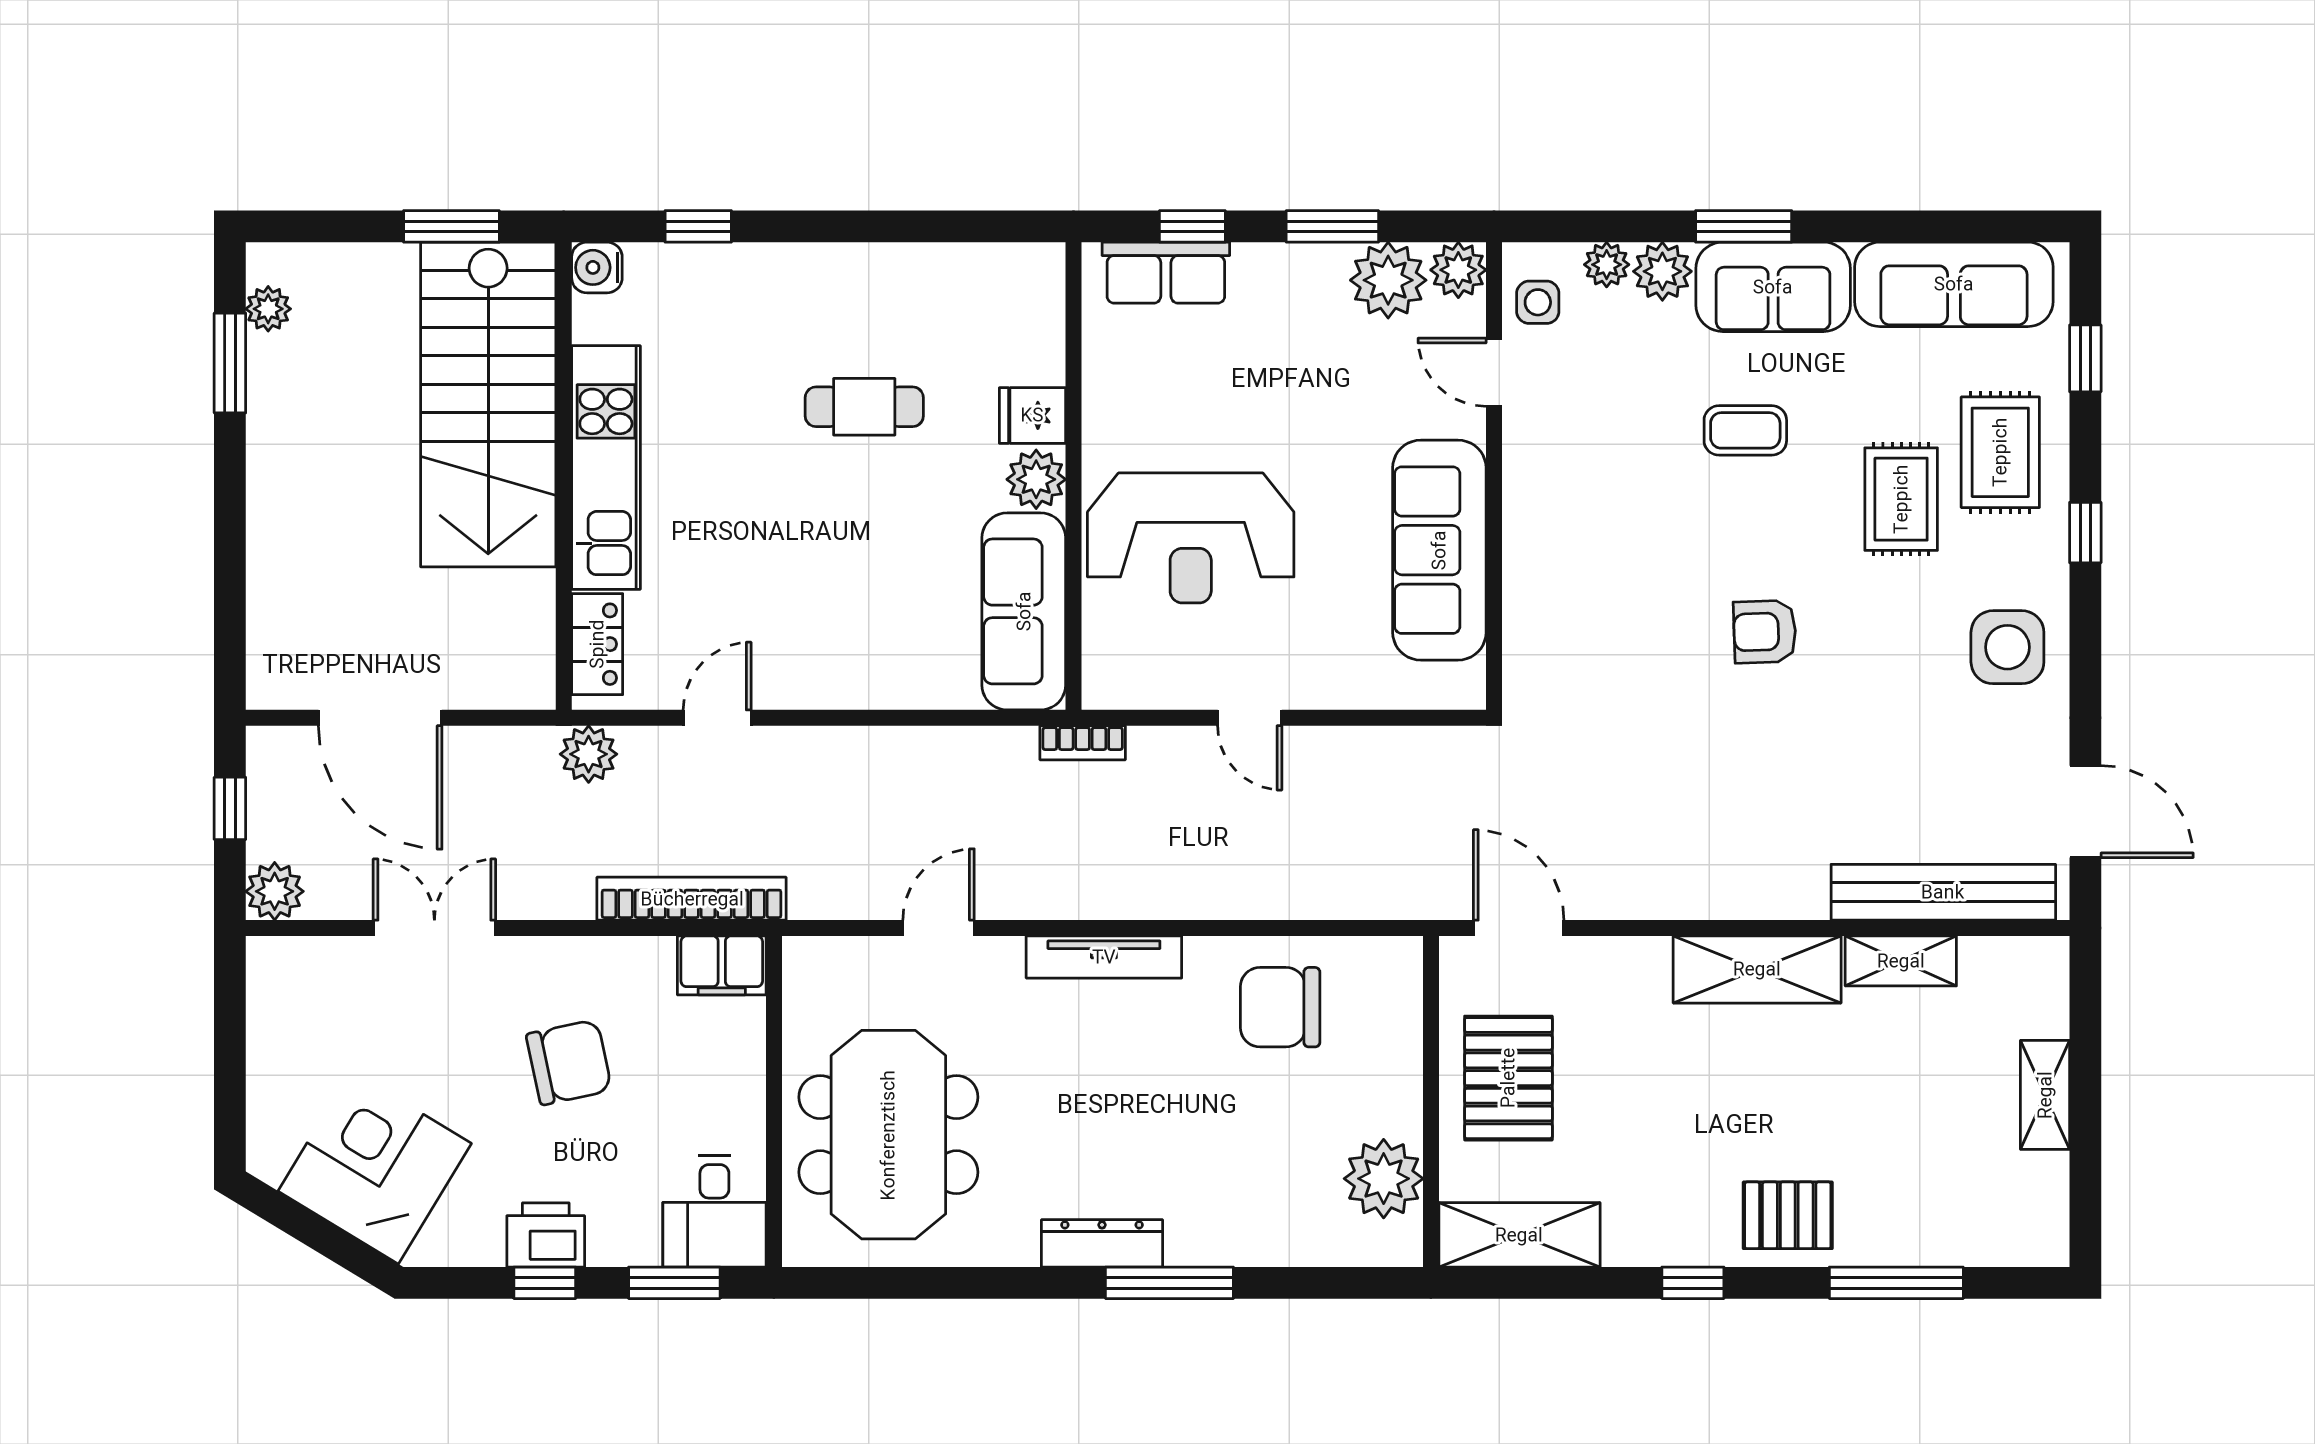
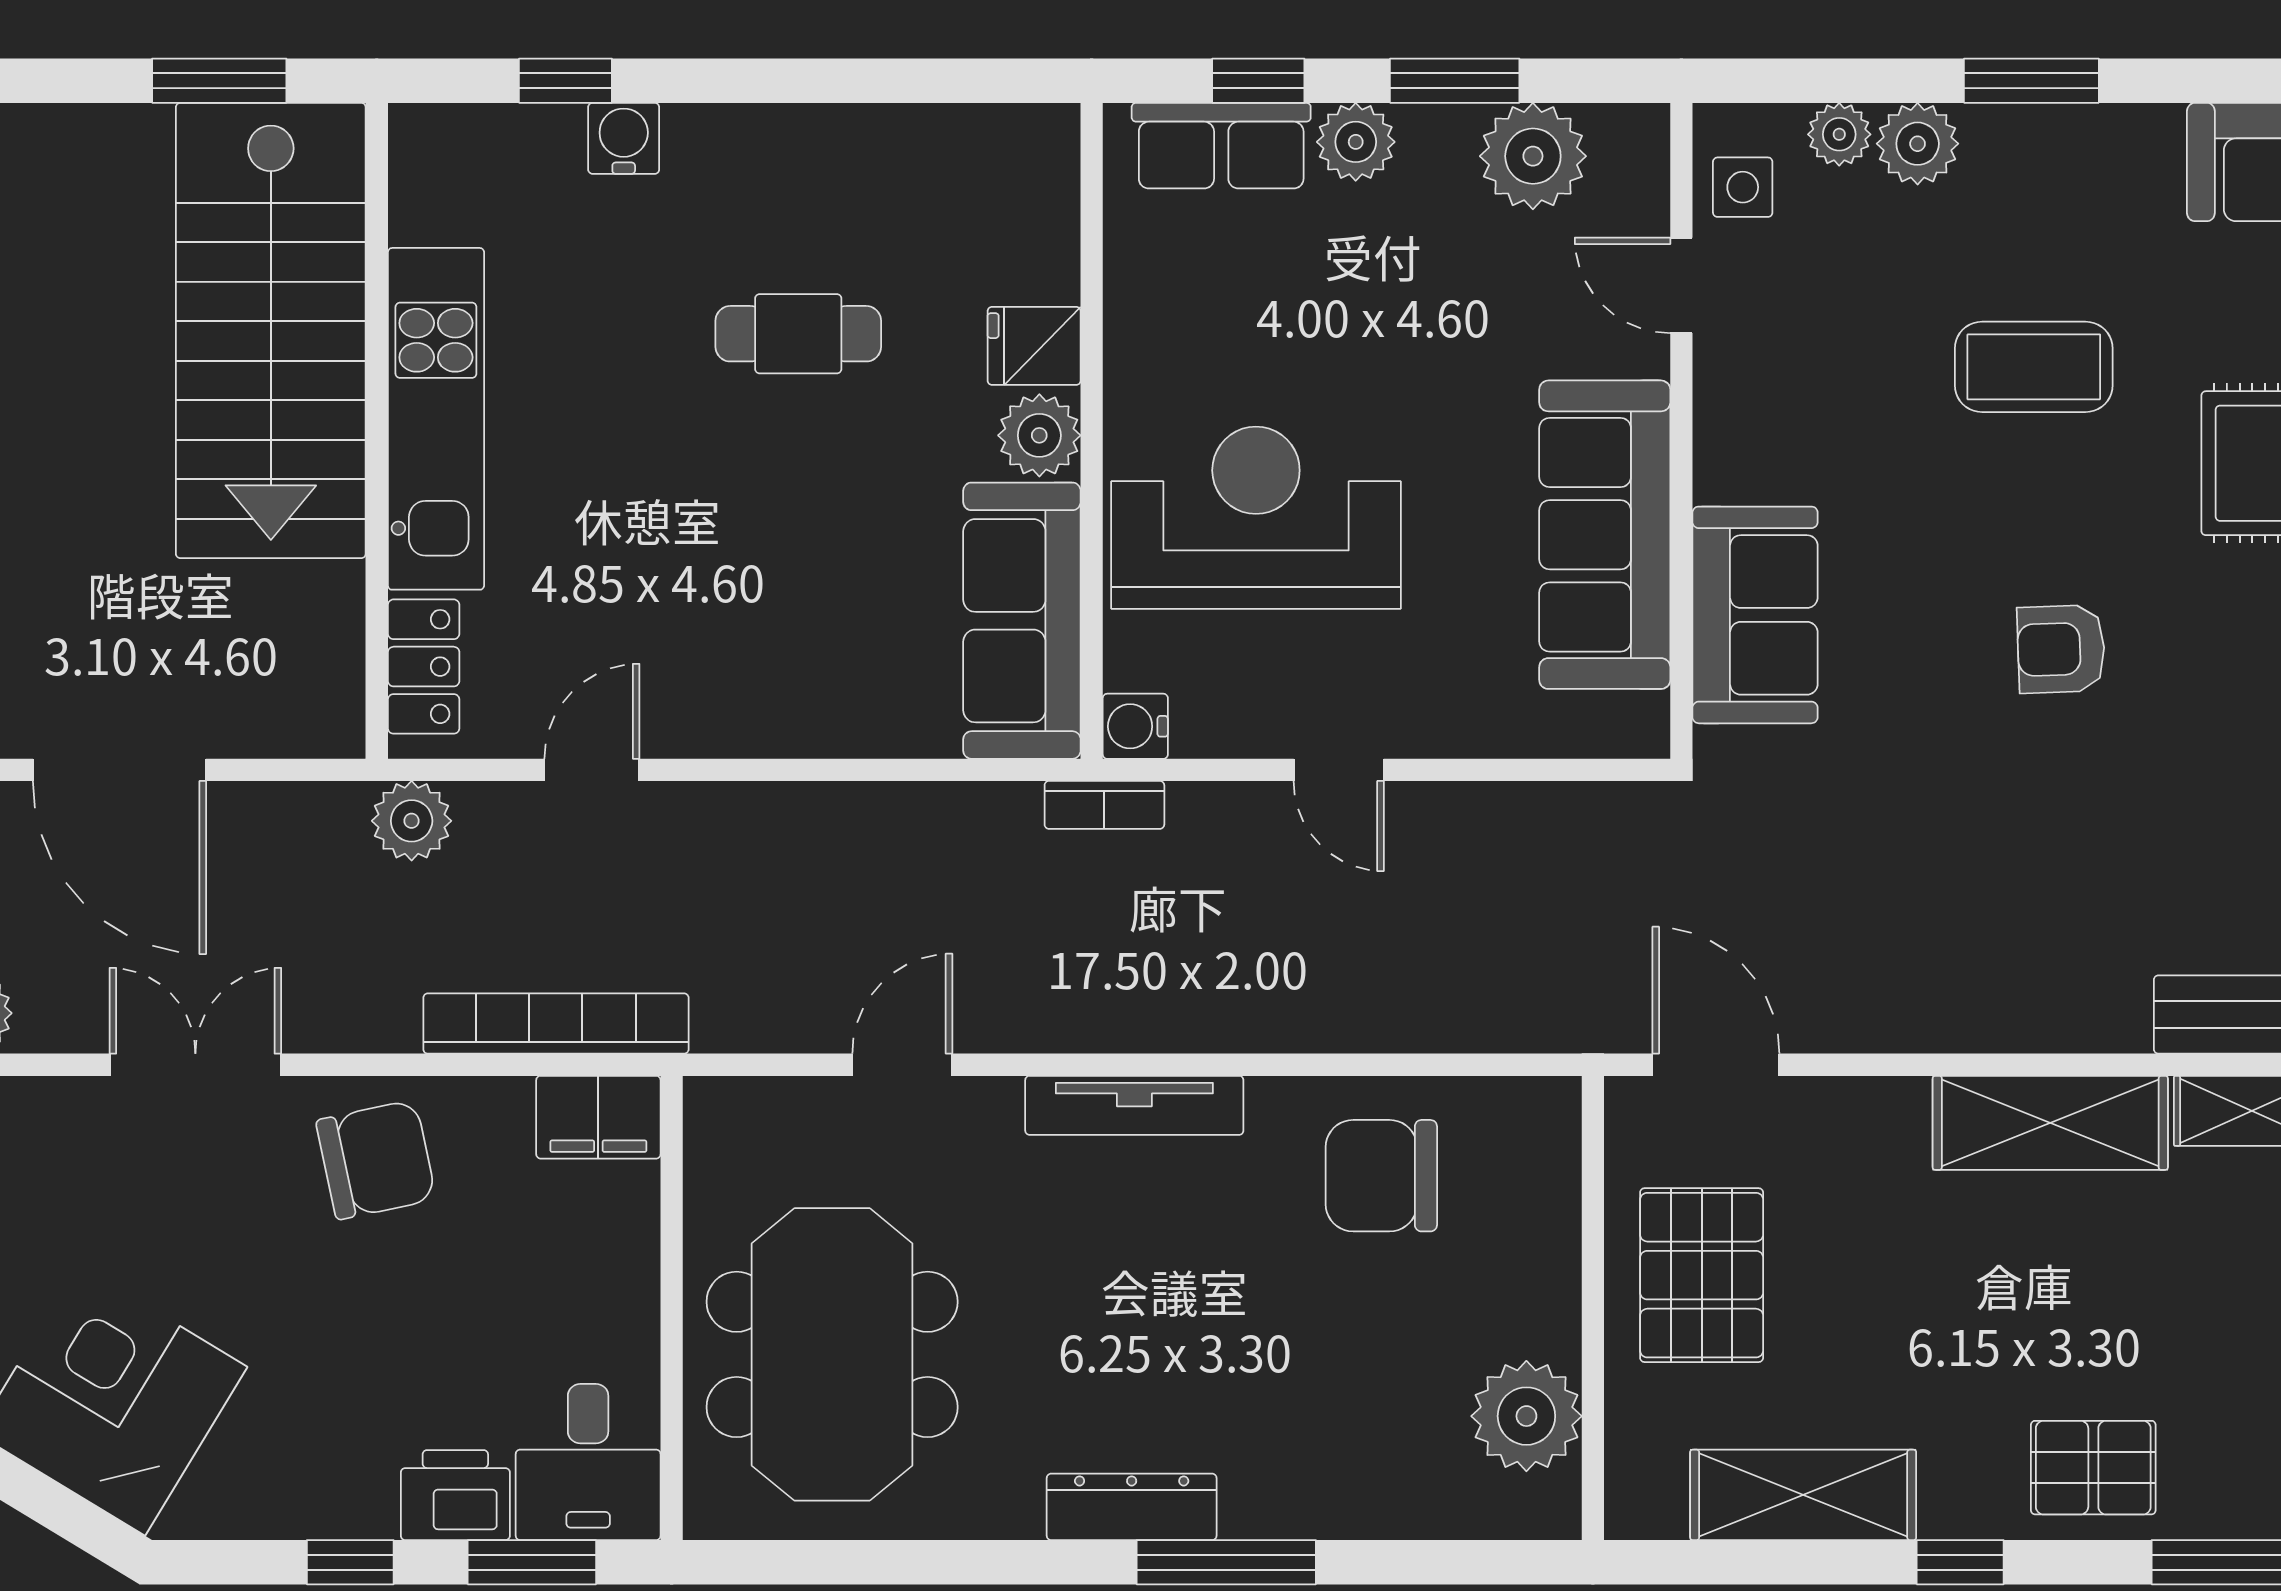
water cooler: (597, 267) -> (624, 138), moved, turned 90
plant: (1458, 270) -> (1356, 142), moved
sofa: (1773, 287) -> (1755, 615), moved, turned -90
coffee table: (1745, 430) -> (2034, 367), width x1.36, depth x1.30
reception desk: (1191, 538) -> (1256, 518), turned 180
water cooler: (1105, 687) -> (1135, 726), added
chair: (569, 1062) -> (376, 1160), moved
printer: (546, 1235) -> (455, 1495), moved
shelving: (1519, 1235) -> (1803, 1495), moved

